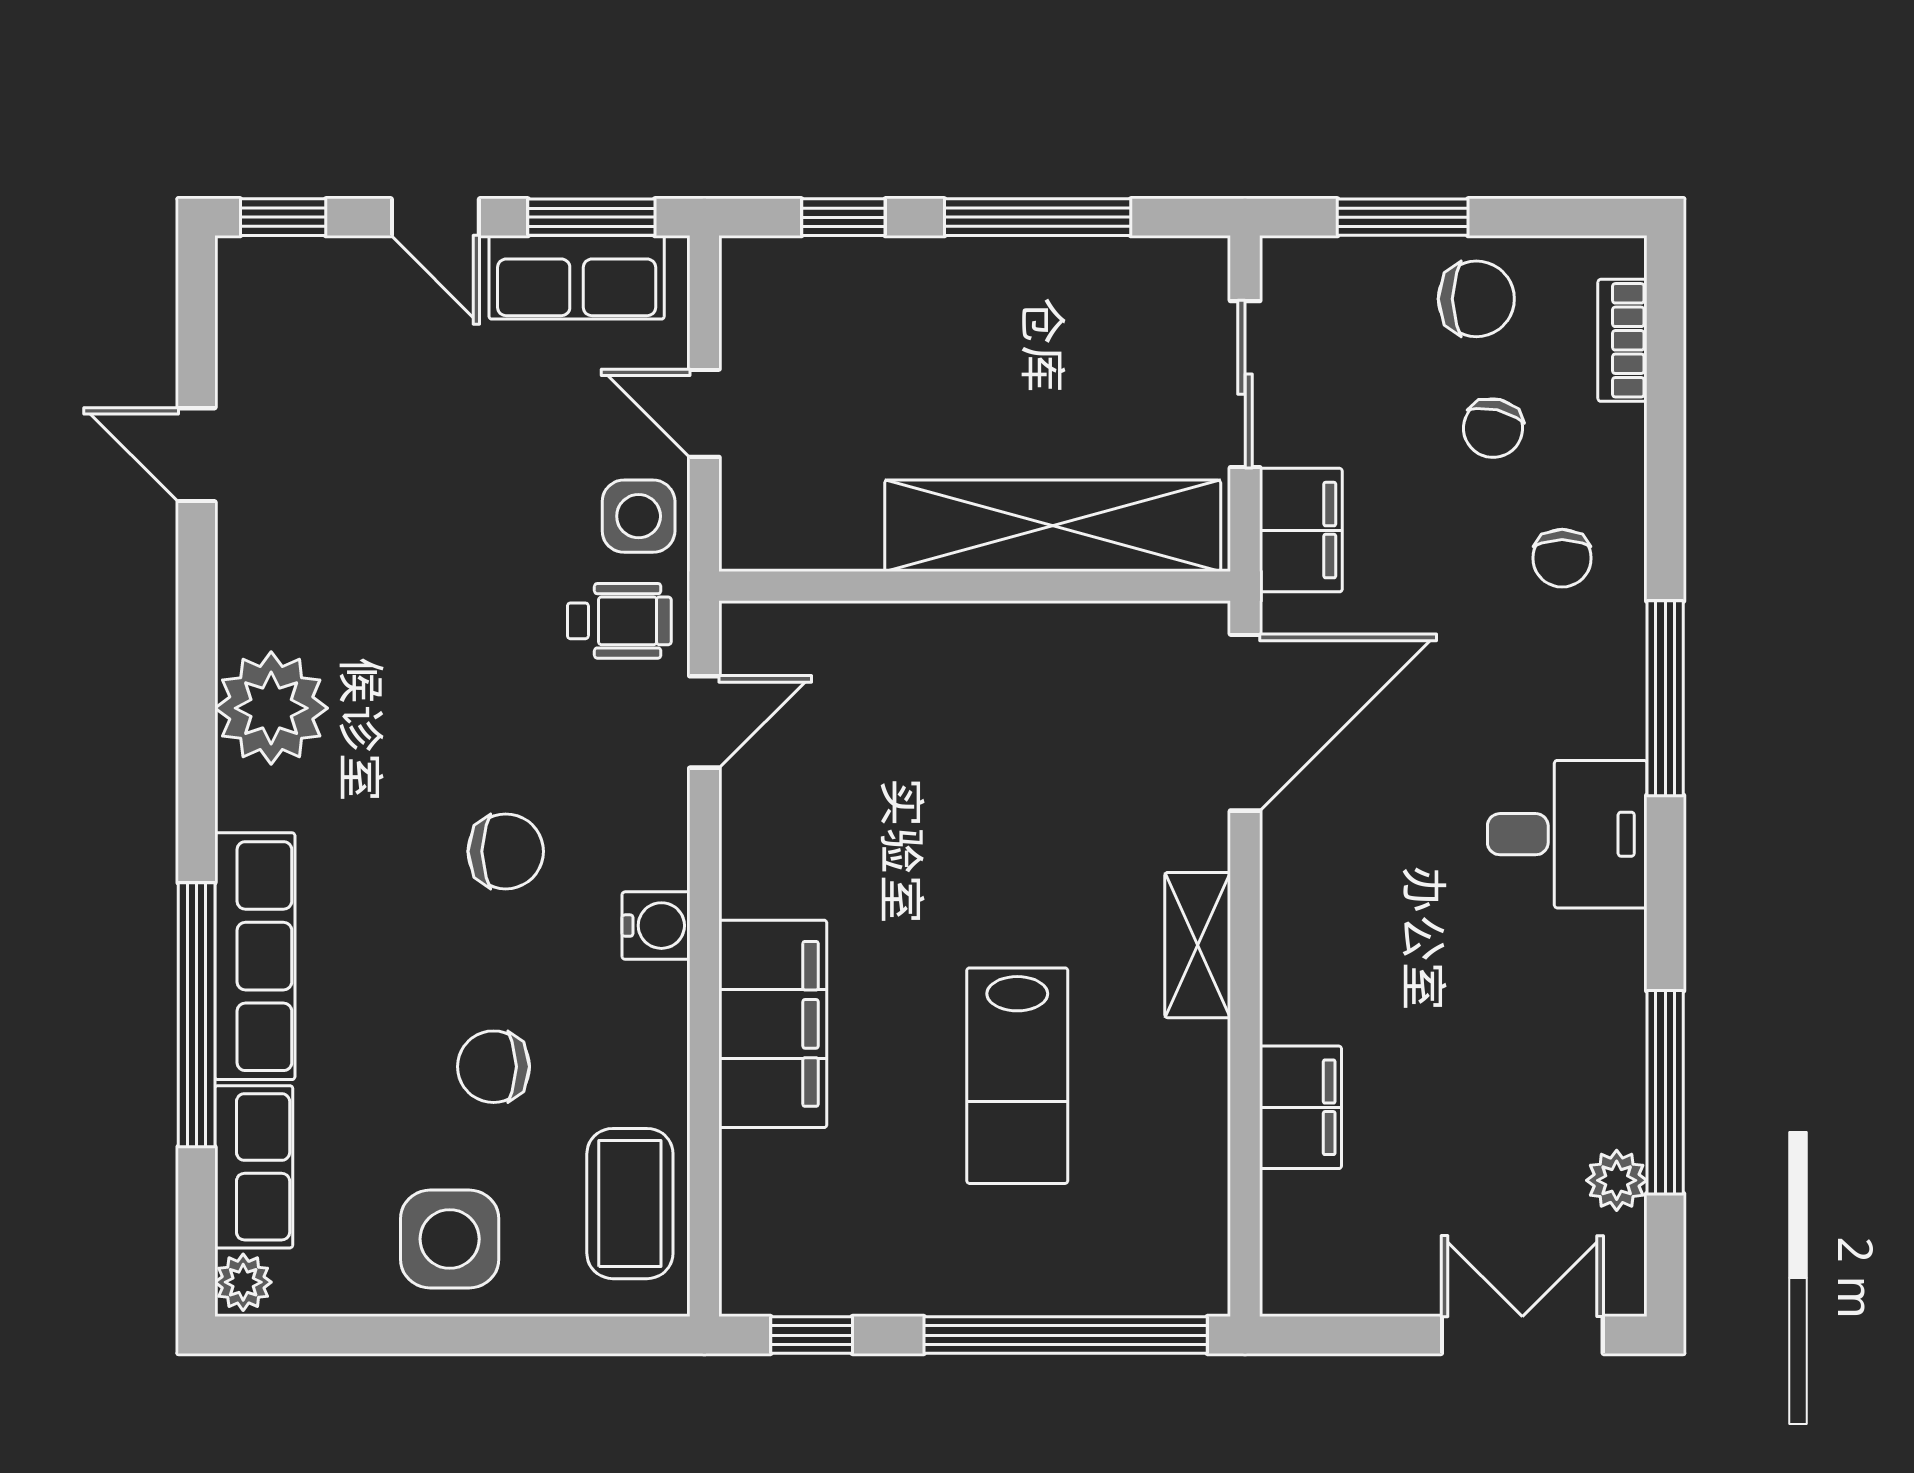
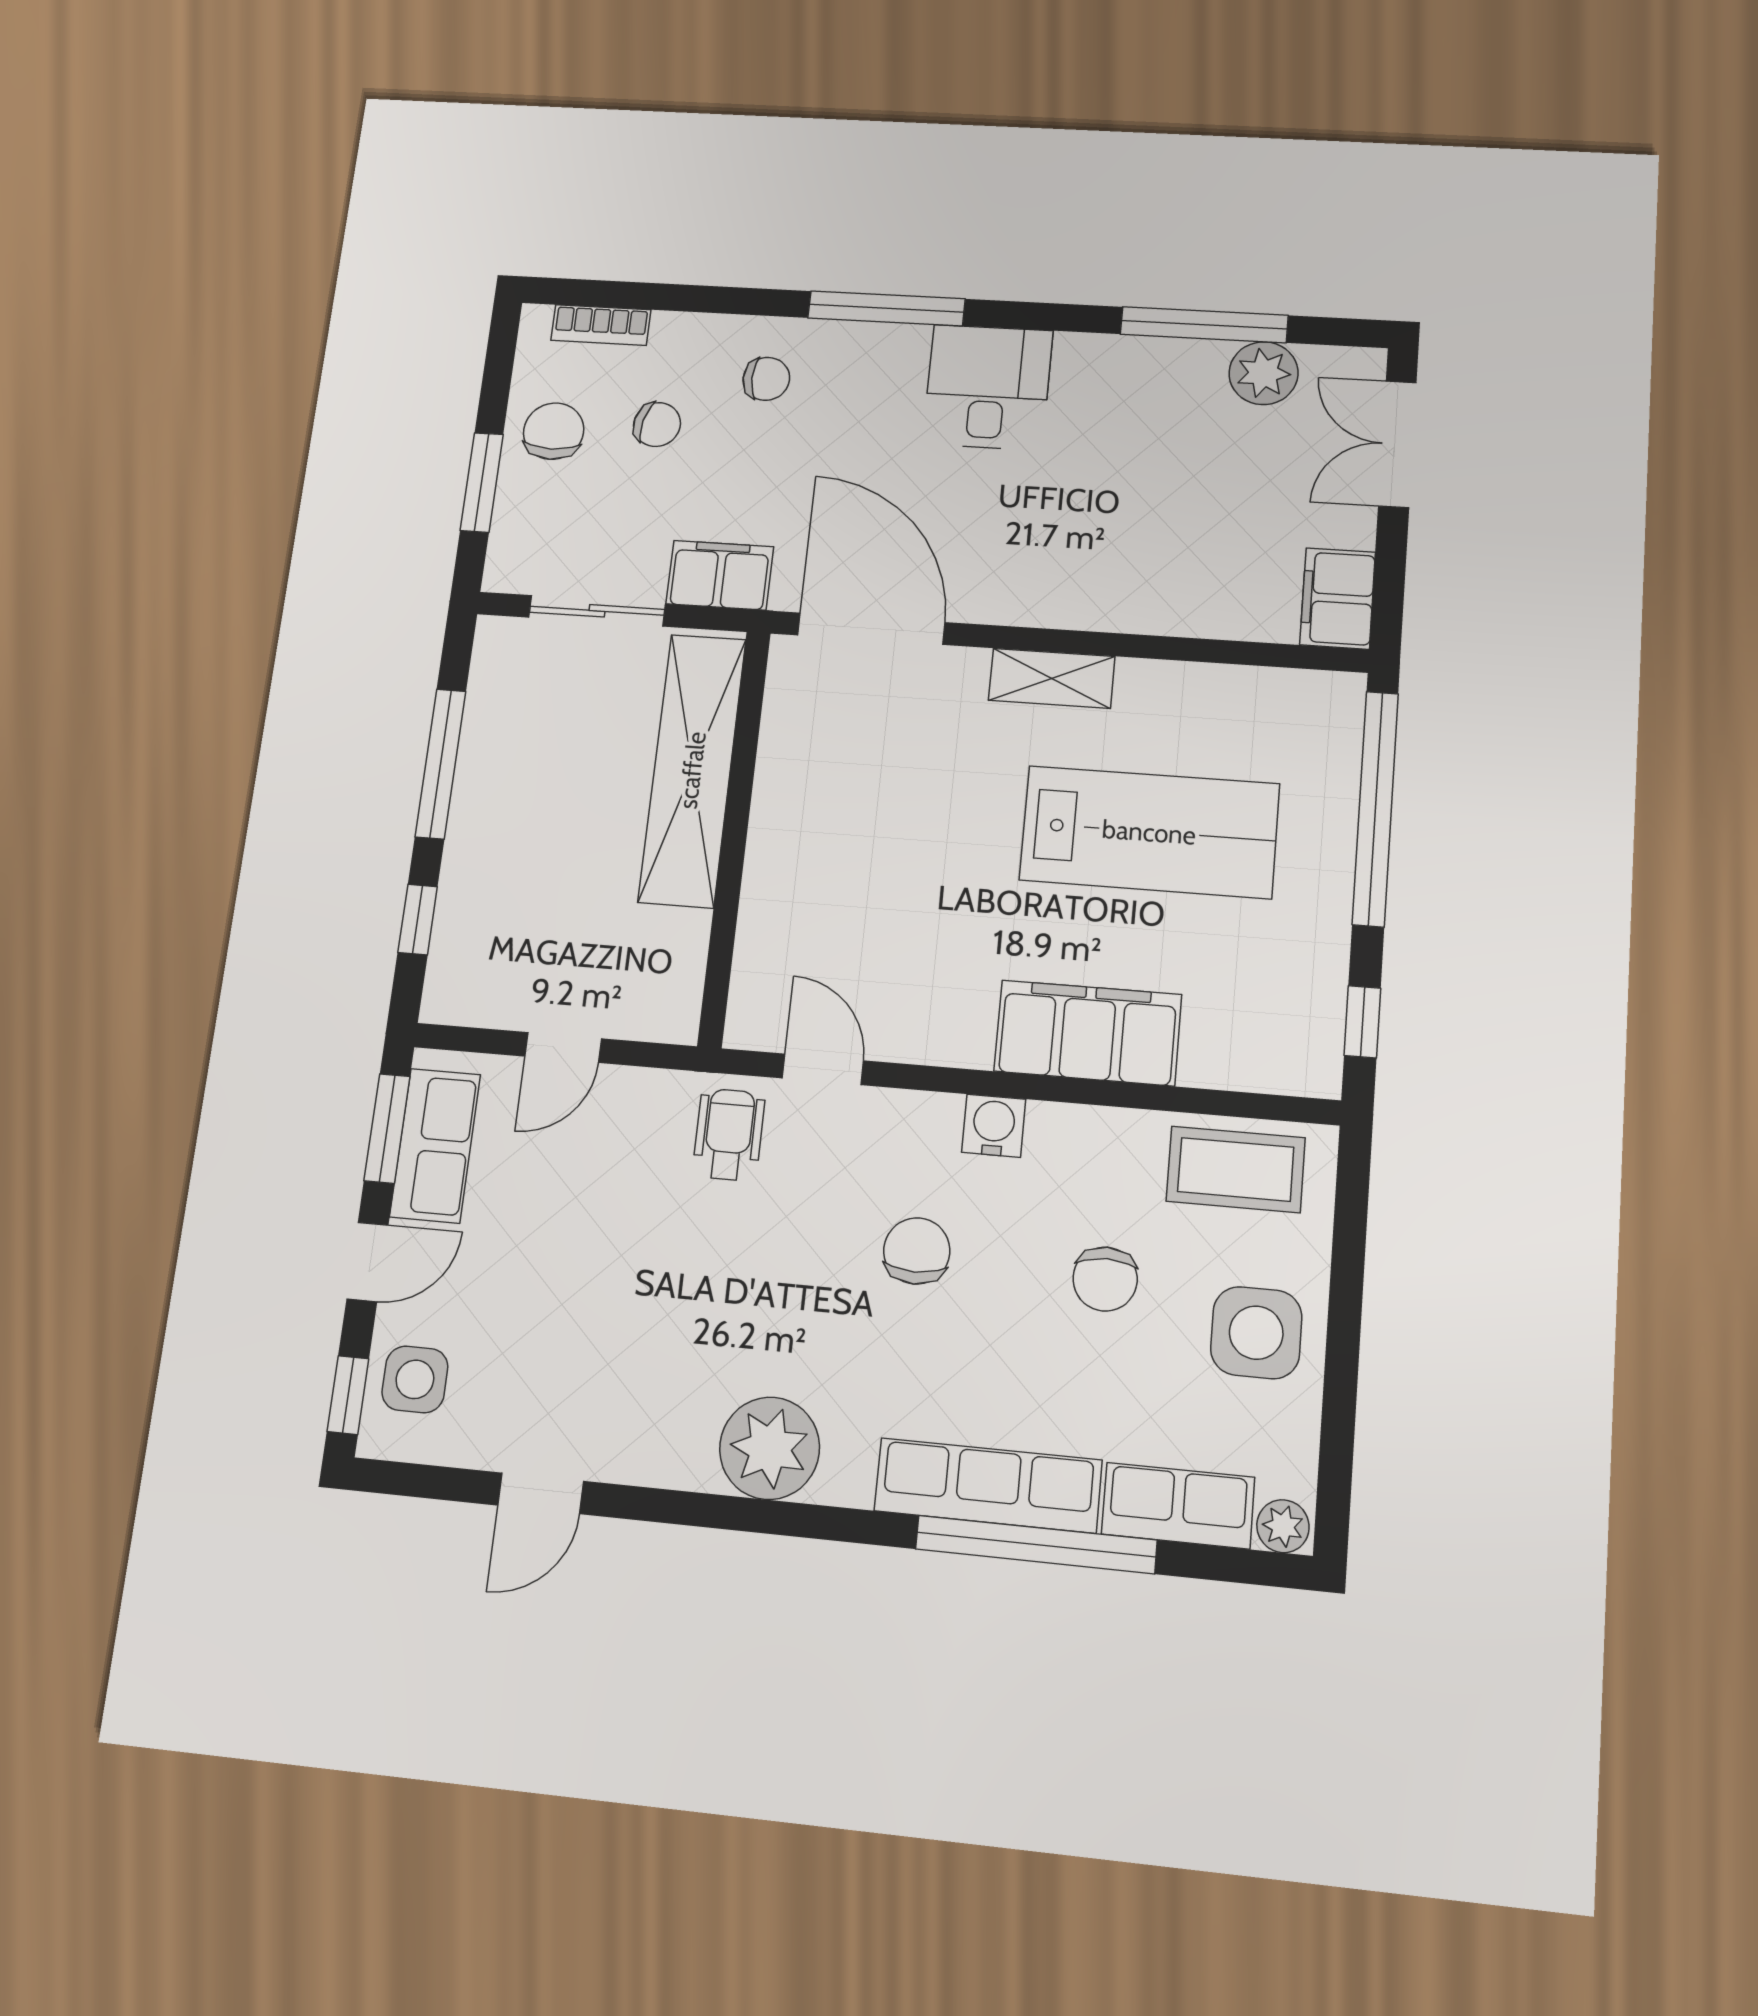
side table: (639, 516) -> (415, 1379), moved
lab bench: (1017, 1076) -> (1149, 832), width x1.36, depth x1.39
filing cabinet: (1301, 1107) -> (1338, 598), moved, turned -90
plant: (1617, 1180) -> (1264, 373), width x1.38, depth x1.38

